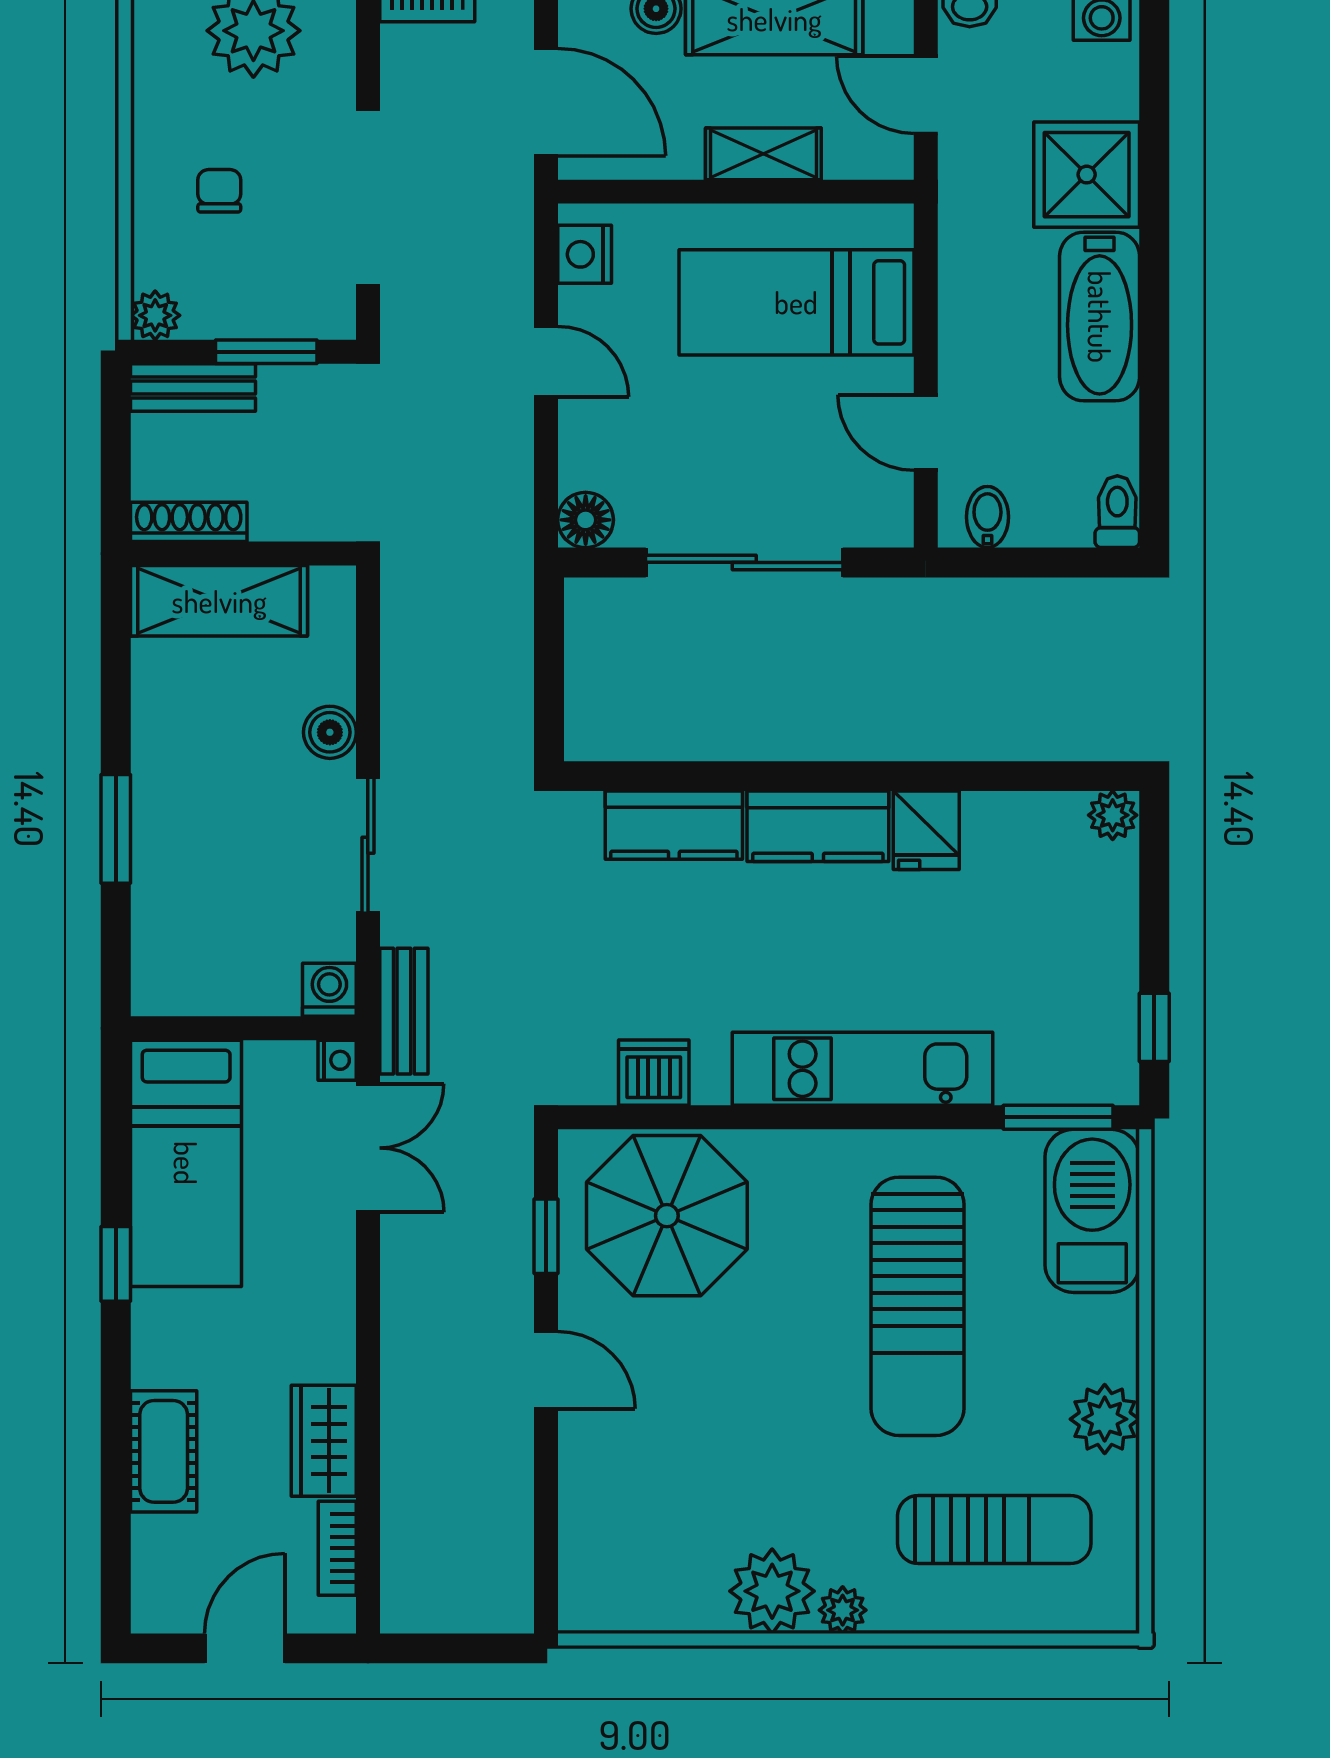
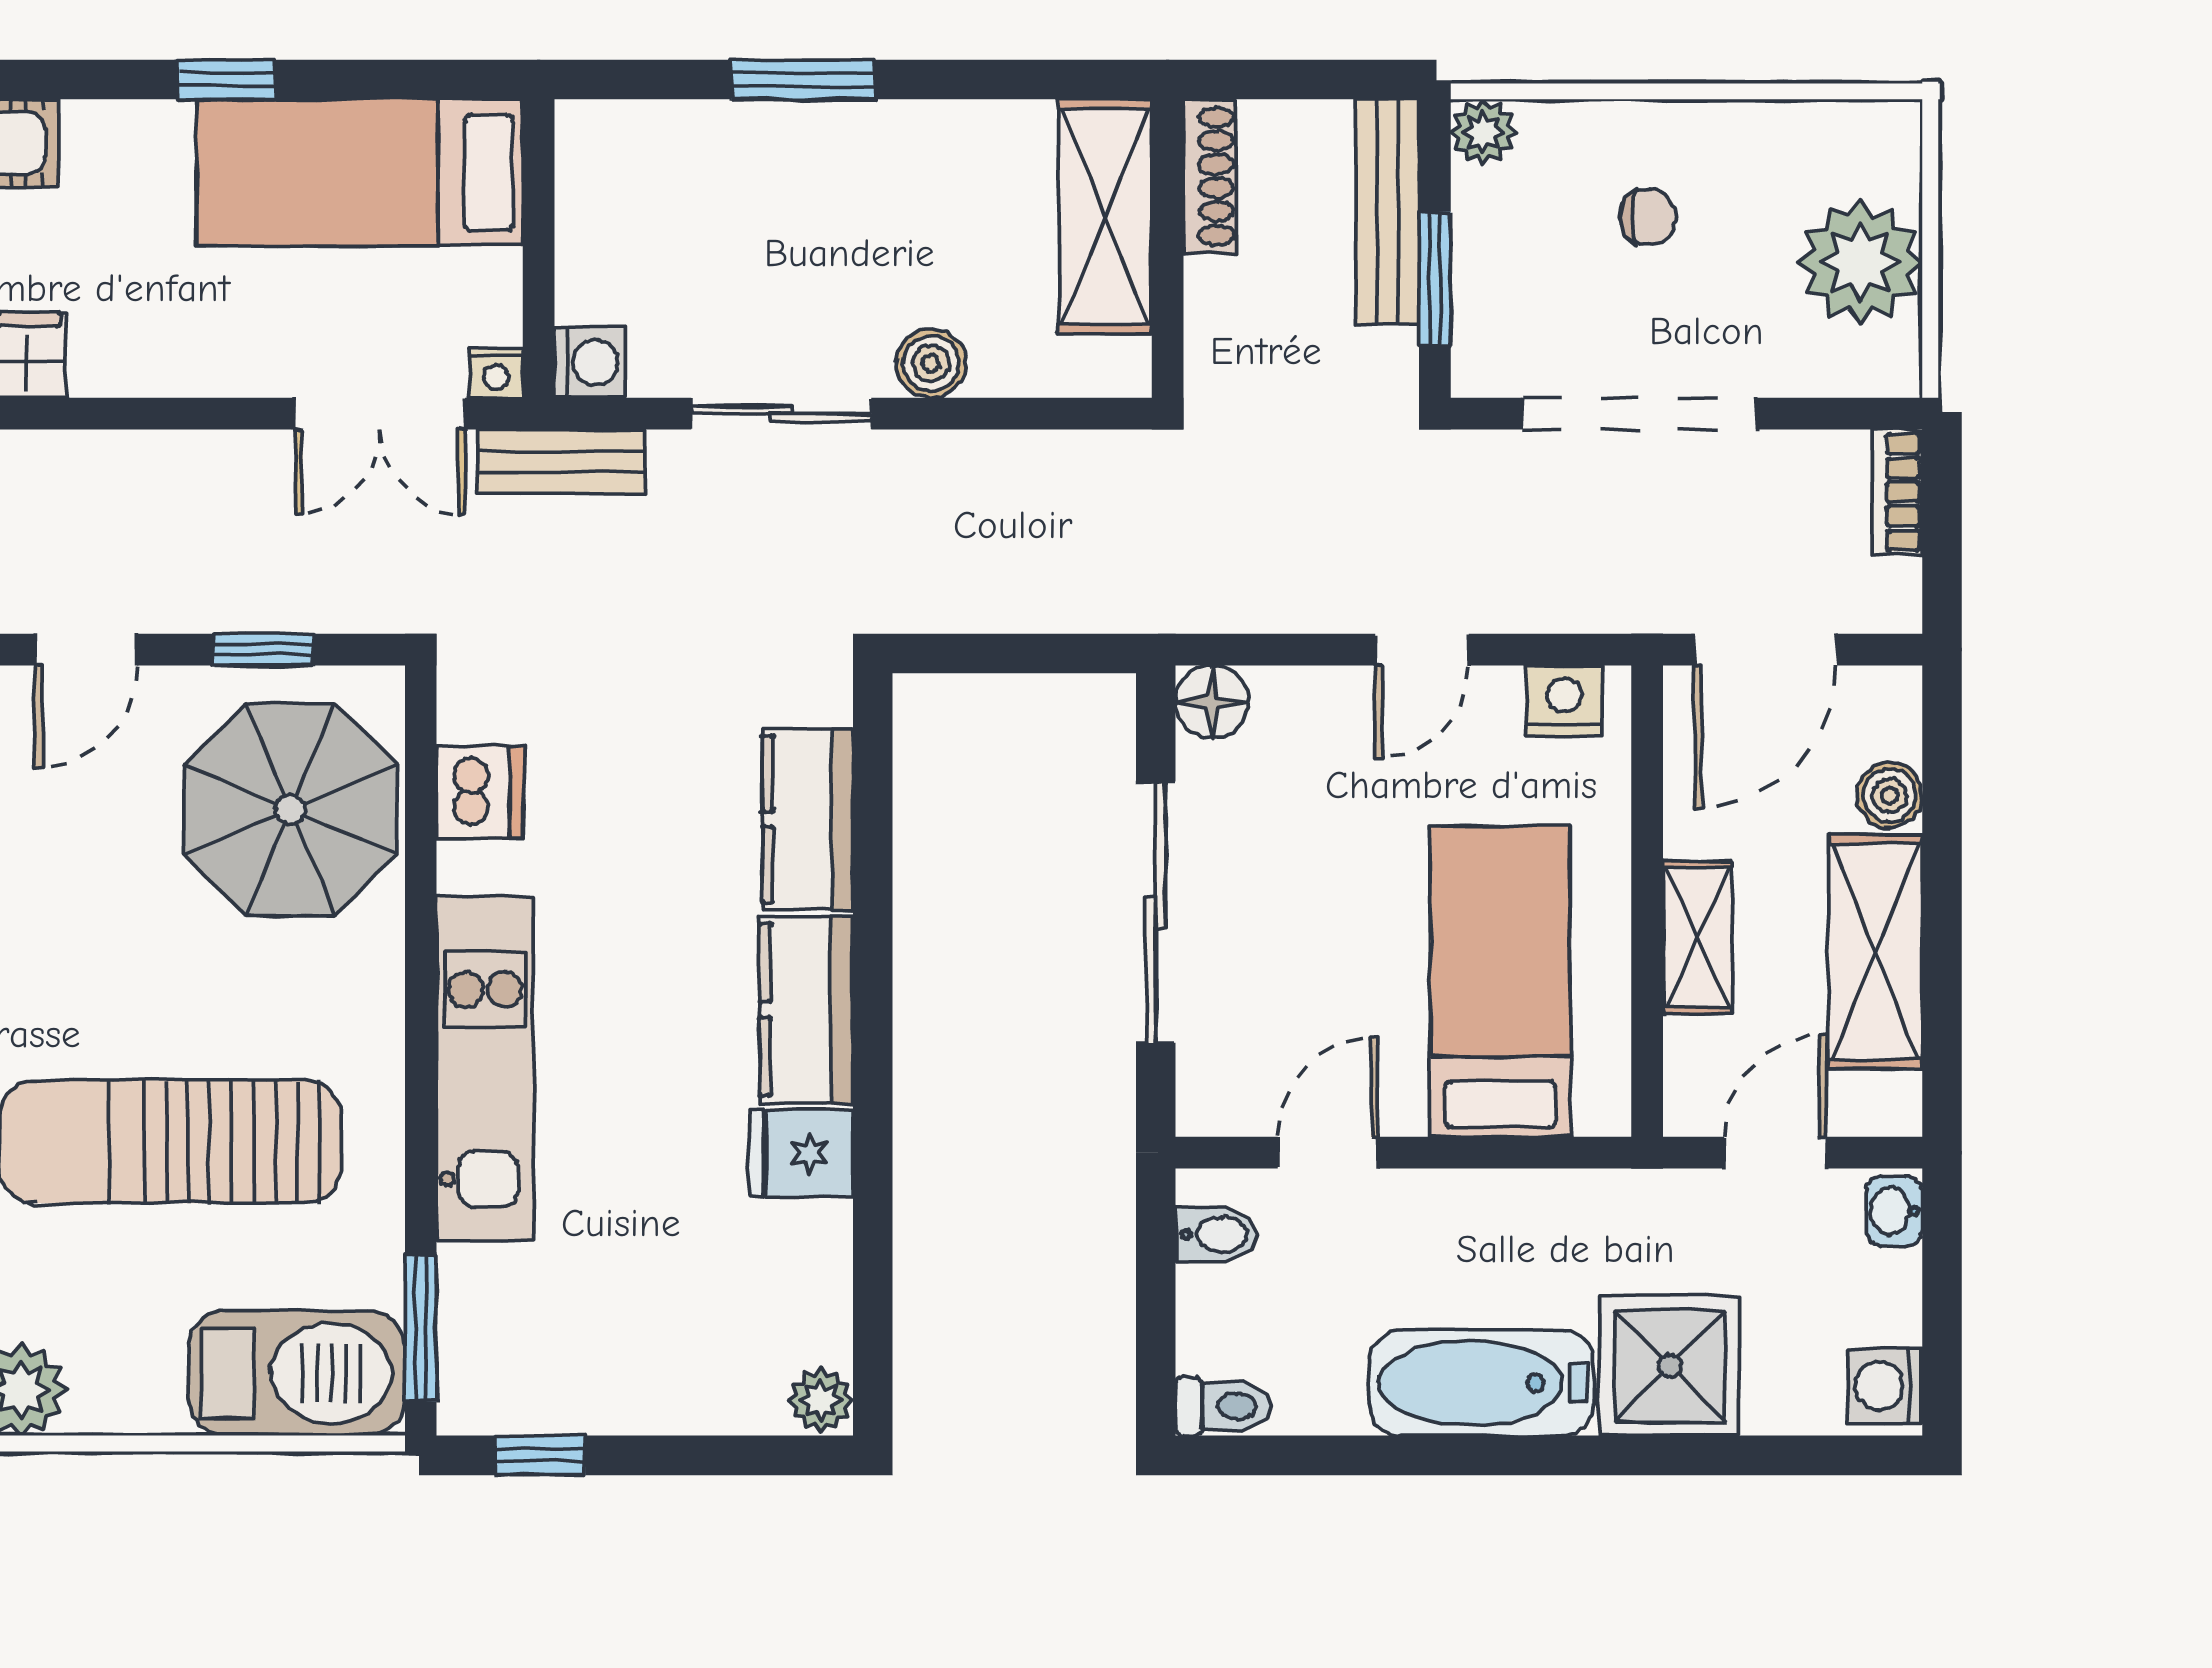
bench: (193, 388) -> (1388, 212), width x1.36

